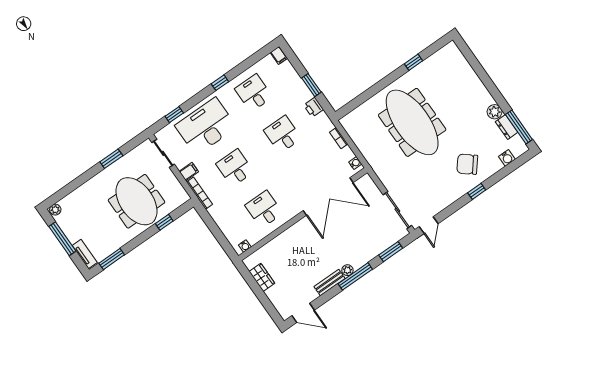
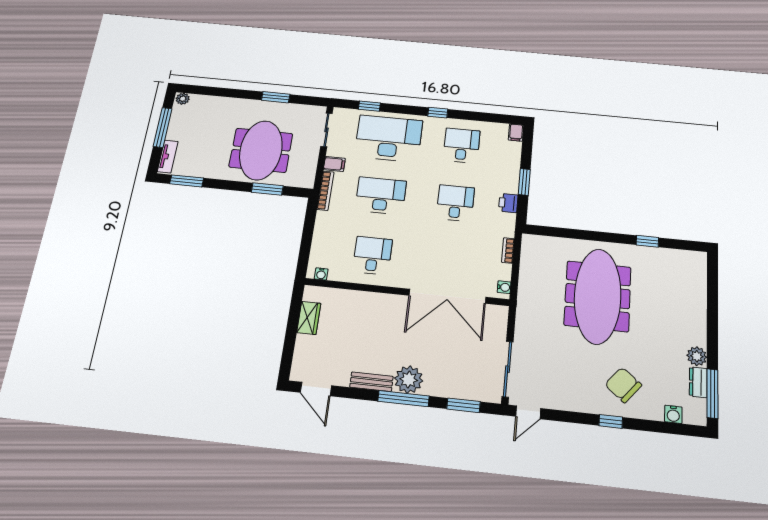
desk: (235, 168) -> (381, 196), width x1.37
window: (164, 222) -> (267, 189), width x1.50
plant: (347, 270) -> (409, 380), width x1.87, depth x1.87

